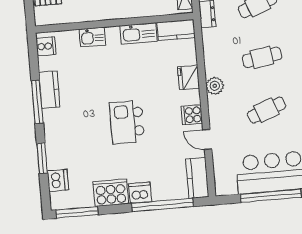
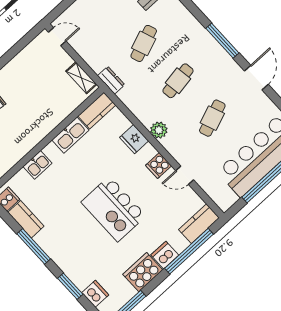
kitchen counter: (49, 90) -> (26, 219), moved
kitchen island: (127, 122) -> (114, 209), width x1.37, depth x1.28
kitchen counter: (197, 178) -> (199, 224), moved, turned 90

